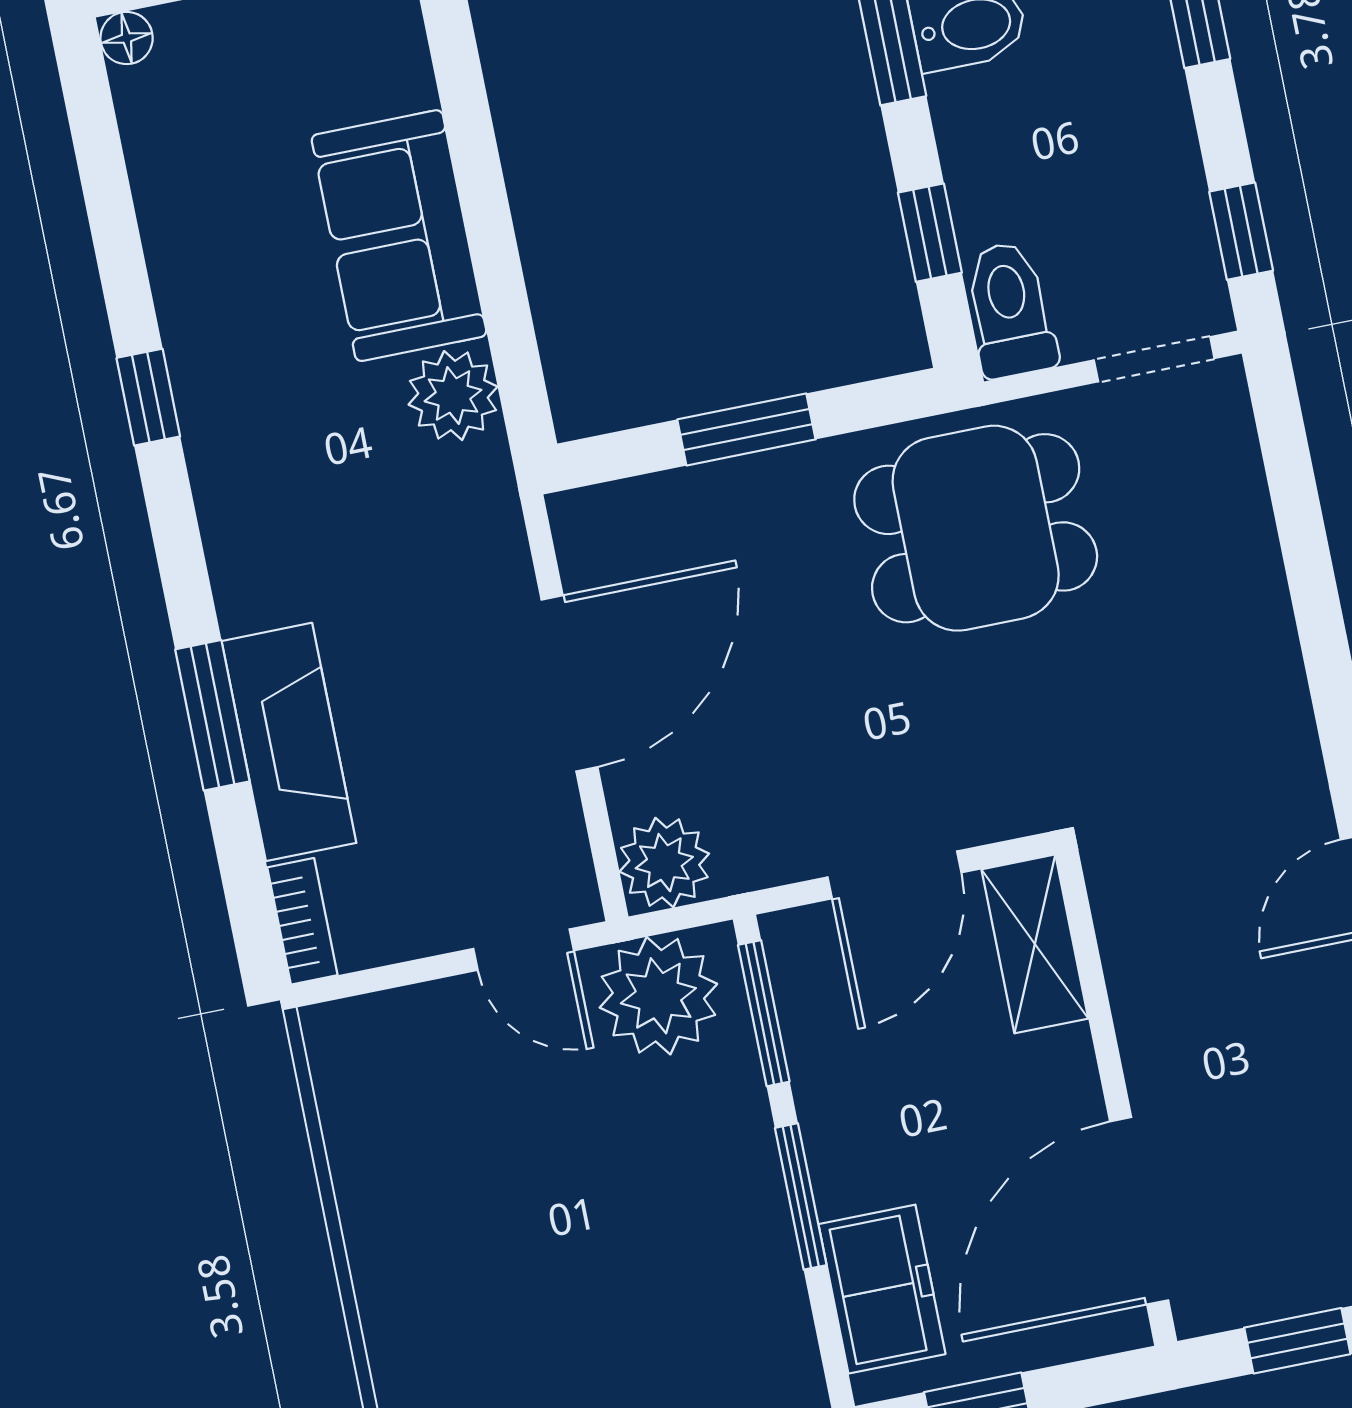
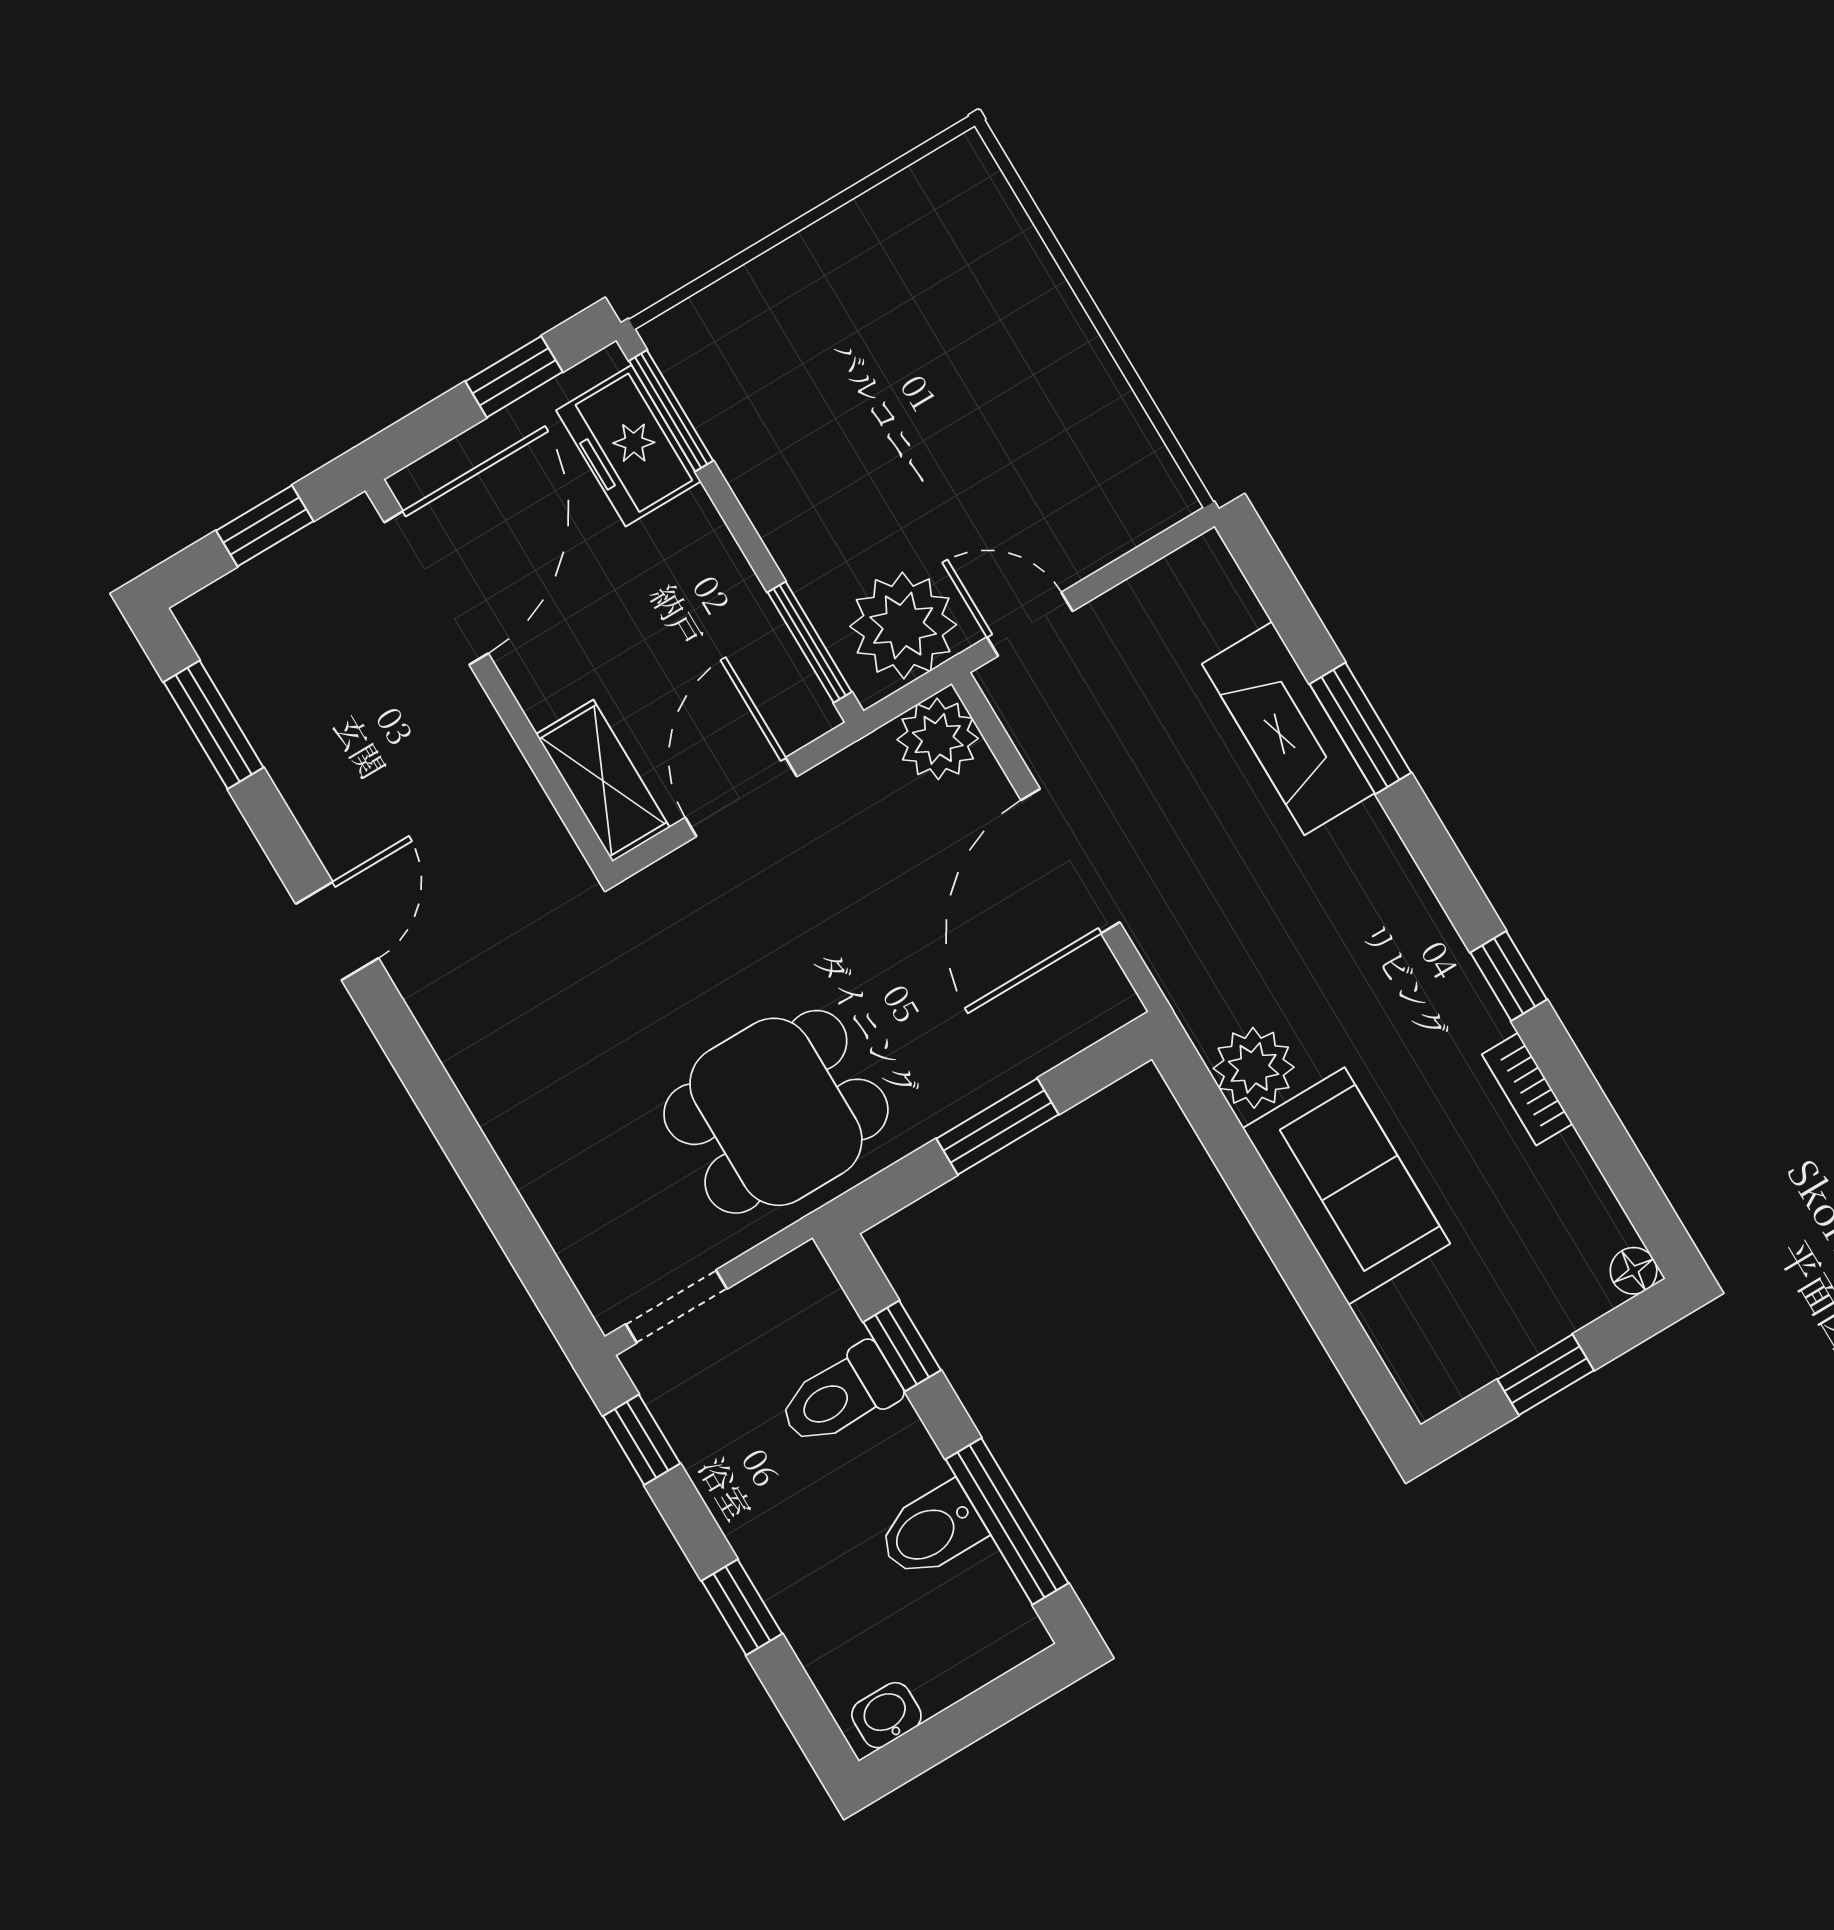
toilet: (1010, 310) -> (840, 1396), moved, turned 90
bookcase: (302, 921) -> (1527, 1089), moved
window: (801, 1196) -> (671, 411), moved

